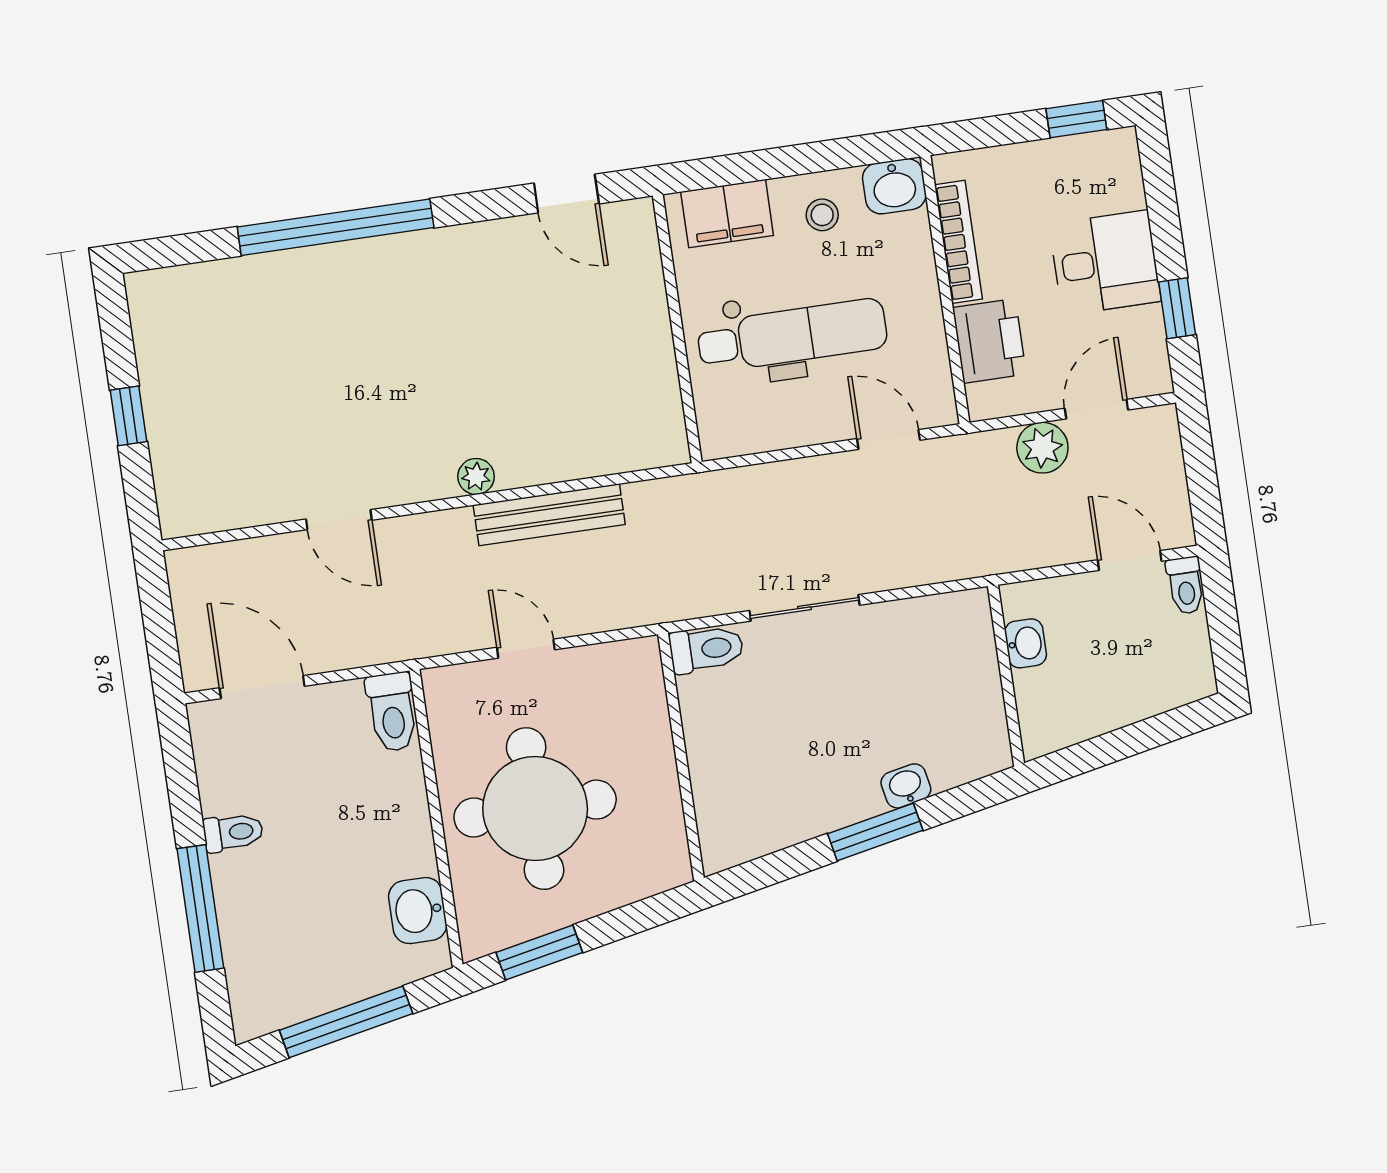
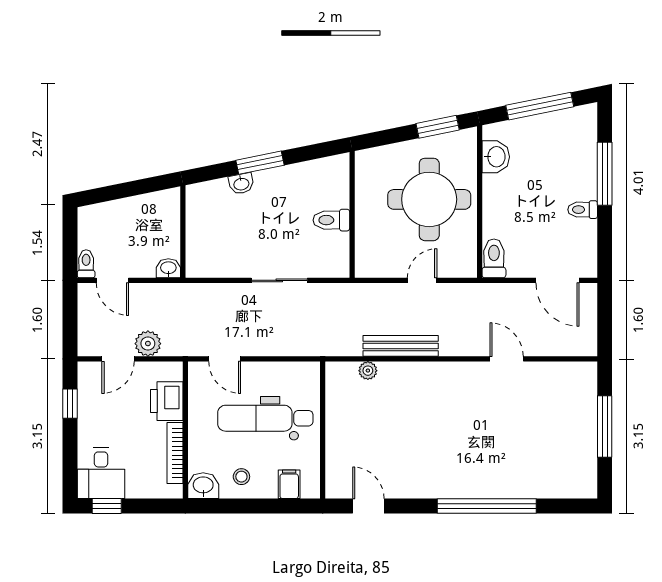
filing cabinet: (727, 214) -> (289, 484), width x0.50
desk: (1105, 263) -> (101, 473), moved, turned -90
window: (129, 416) -> (605, 426), width x2.17
plant: (476, 476) -> (368, 371), moved
washbasin: (1026, 643) -> (168, 268), moved, turned 90
door: (526, 649) -> (422, 280), swing flipped
toilet: (706, 649) -> (331, 220), moved

